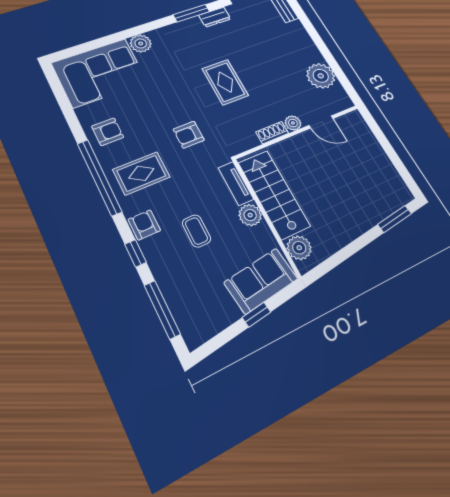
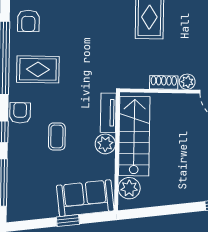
armchair: (108, 132) -> (28, 21), turned 90
armchair: (189, 135) -> (92, 53), removed

